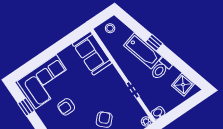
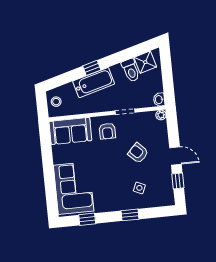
toilet: (161, 69) -> (131, 70), moved
armchair: (66, 107) -> (107, 131), moved

